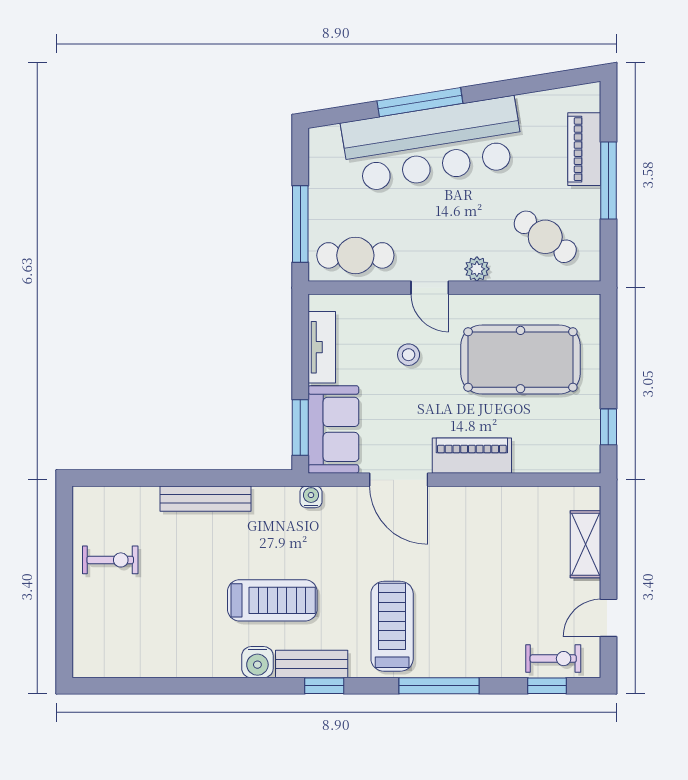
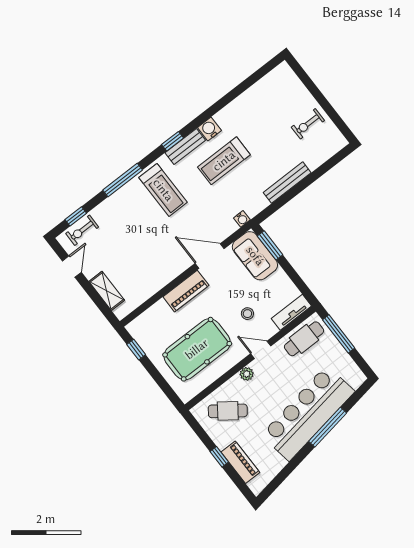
window: (608, 180) -> (219, 457), width x0.46
tv unit: (322, 347) -> (291, 312), moved, turned 90

